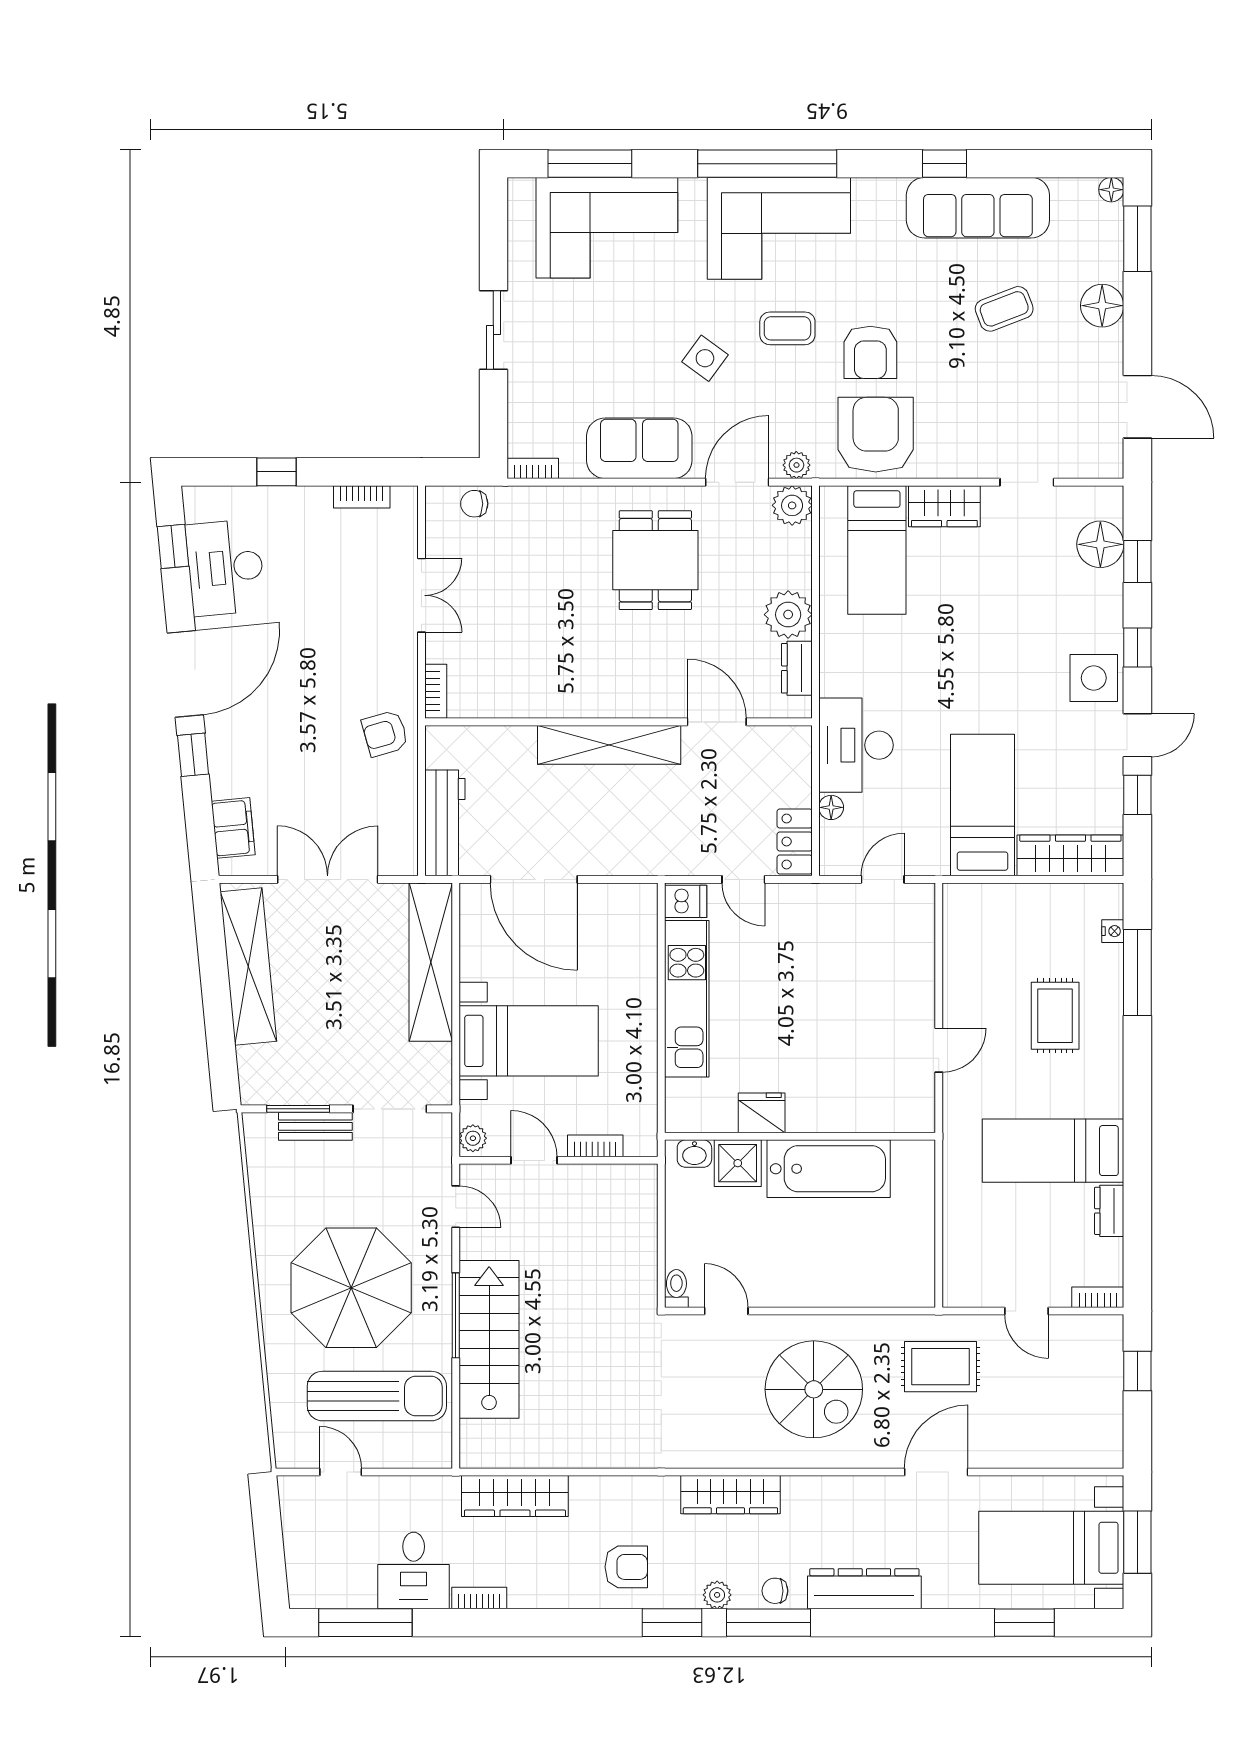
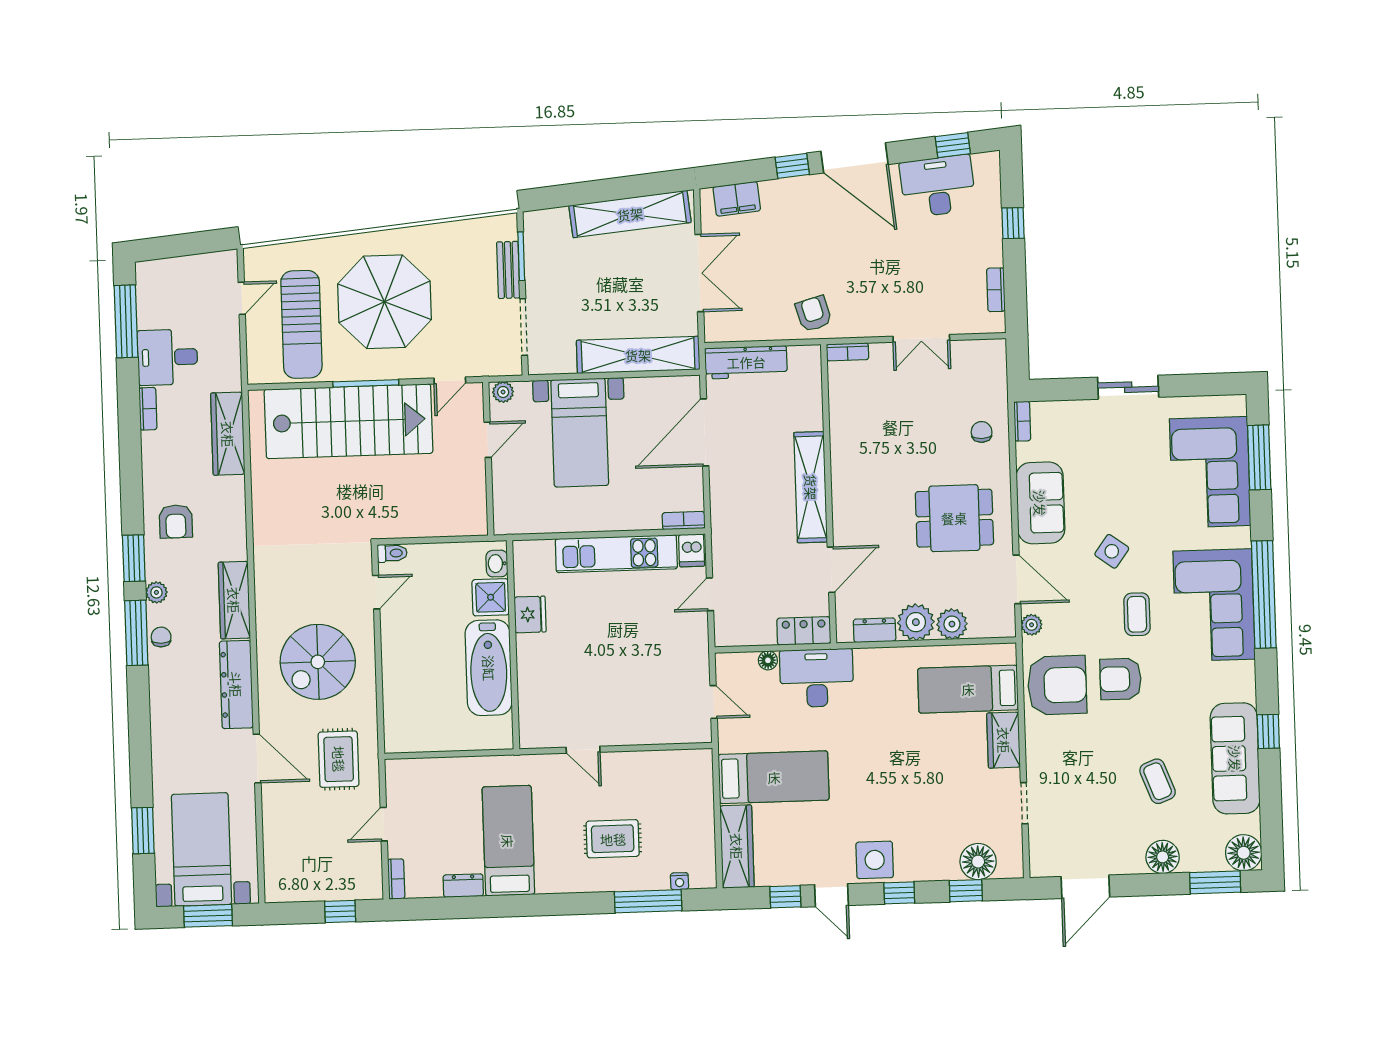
floor lamp: (1111, 190) -> (1244, 853), width x1.89, depth x1.89
chair: (474, 504) -> (982, 432), moved
plant: (792, 505) -> (952, 624), moved
locker: (795, 841) -> (804, 631), moved
bookcase: (595, 1146) -> (684, 521), moved, turned -90
stairs: (489, 1339) -> (349, 421), width x1.36, depth x1.51
dresser: (864, 1589) -> (236, 684), moved, turned 180

